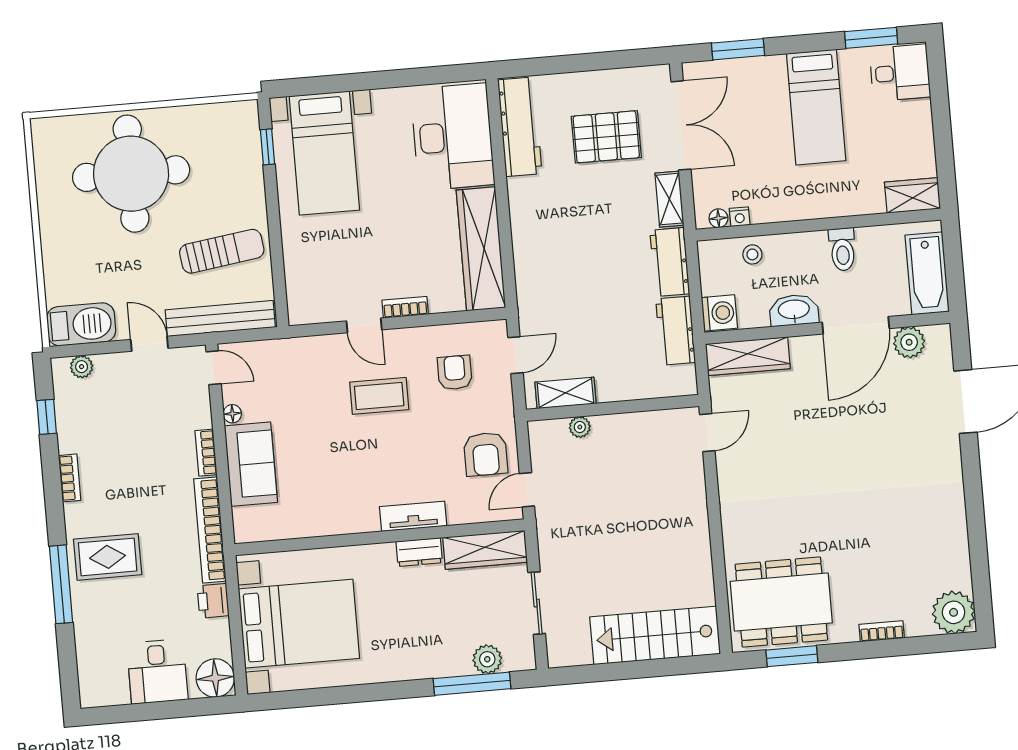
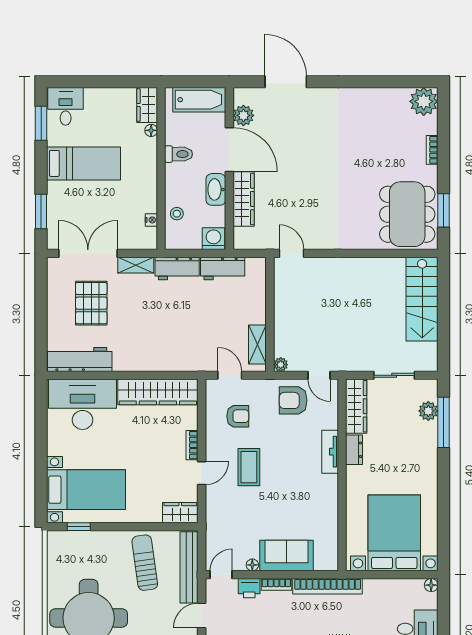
floor lamp: (718, 218) -> (151, 130), moved
wardrobe: (302, 298) -> (180, 513), added
wardrobe: (748, 356) -> (244, 199), moved
armchair: (455, 373) -> (238, 416), turned 180
plant: (580, 427) -> (281, 365), moved
armchair: (486, 454) -> (293, 400), turned 180
printer: (213, 601) -> (249, 588), moved
floor lamp: (215, 678) -> (431, 585), width x0.53, depth x0.53

